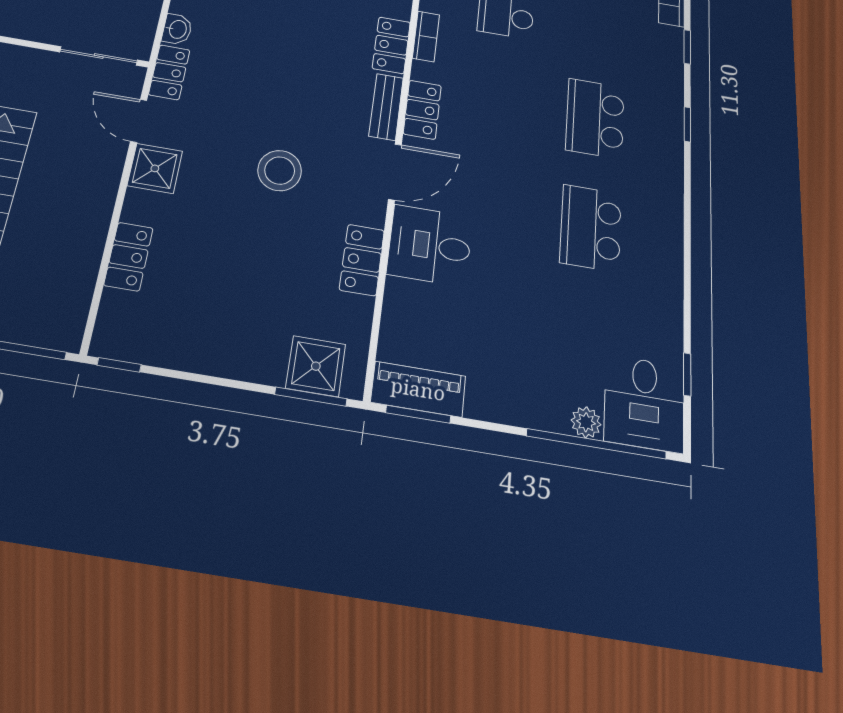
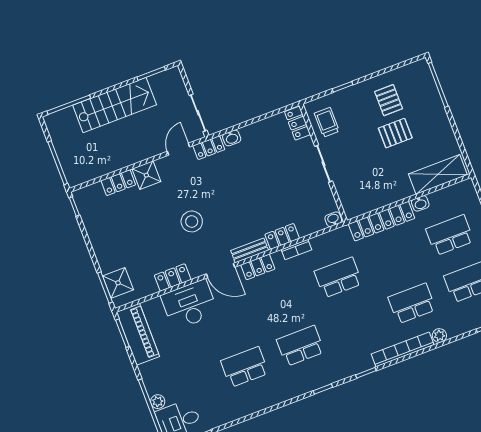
shower: (155, 168) -> (146, 175), moved
desk: (430, 245) -> (189, 305), width x1.37
piano: (418, 389) -> (138, 334), width x1.37, depth x1.33

